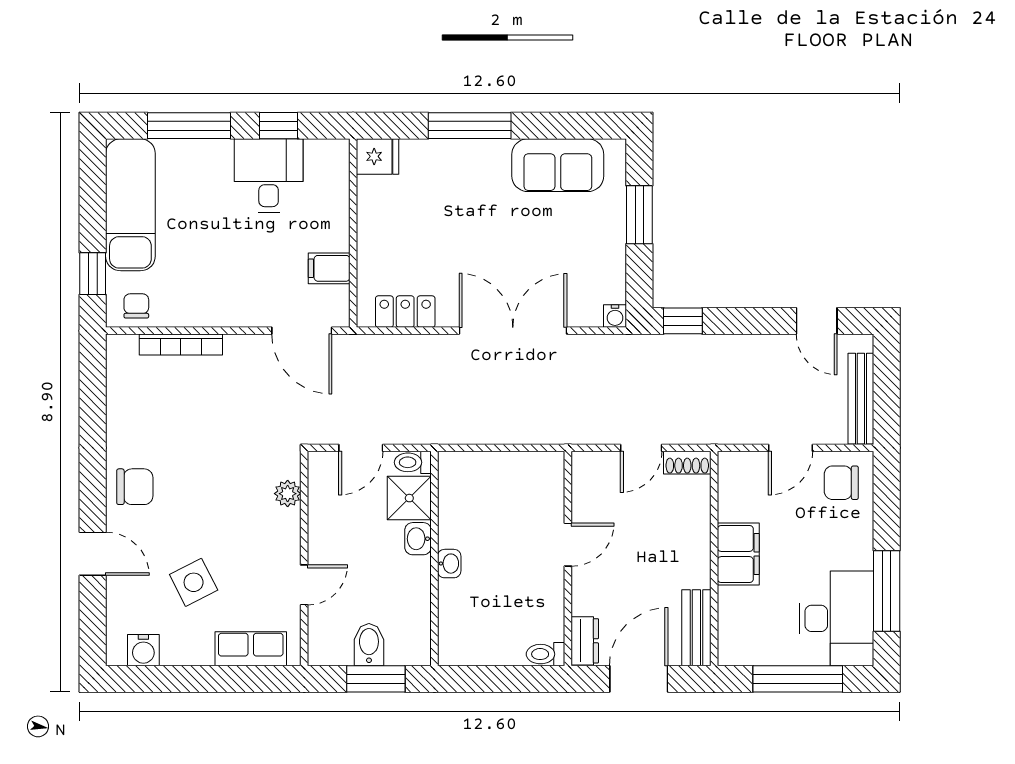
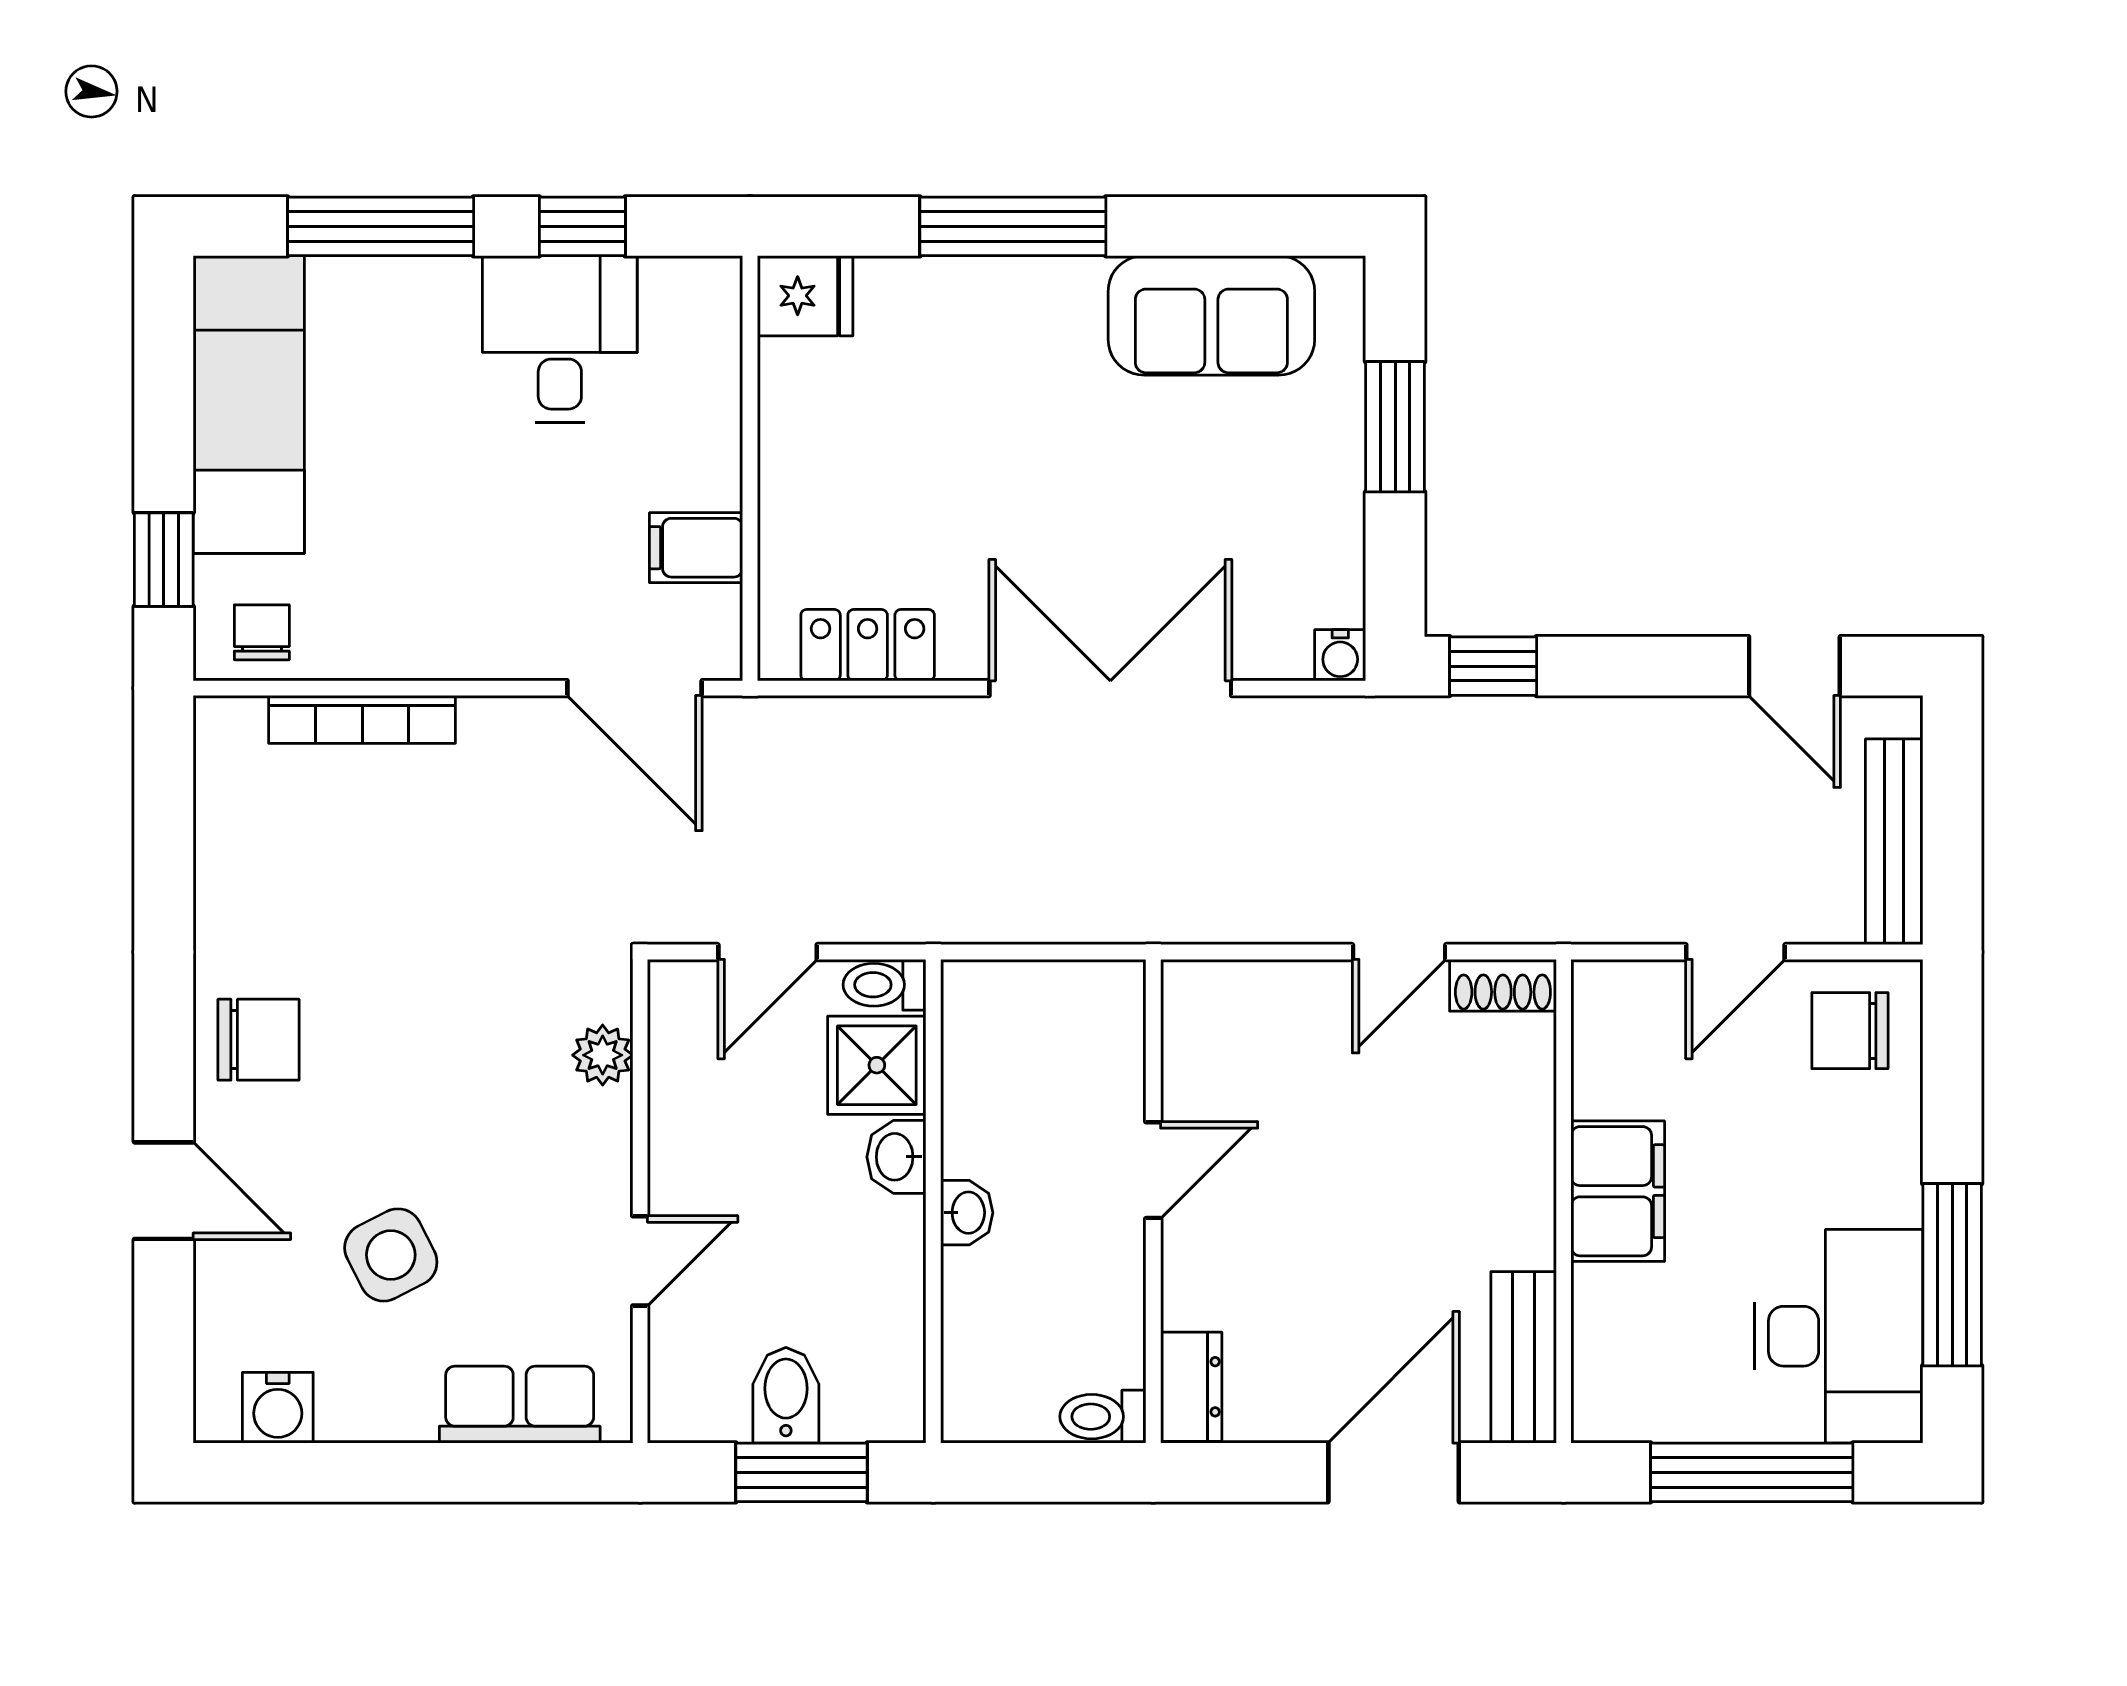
door: (568, 545) -> (1153, 1170), moved
wall: (568, 558) -> (1153, 1201), moved
dresser: (585, 641) -> (1191, 1387), moved
toilet: (545, 654) -> (1103, 1417), moved

